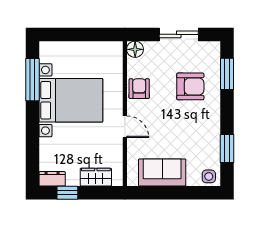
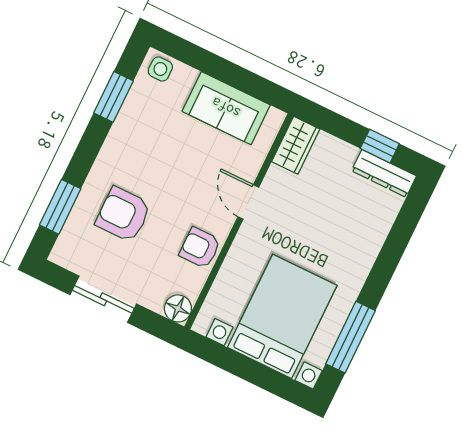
armchair: (139, 89) -> (200, 248), turned 90
bed with nightstands: (71, 100) -> (282, 316), moved, turned 90
wardrobe: (96, 177) -> (296, 145), moved, turned -90
dresser: (52, 179) -> (384, 173), width x1.44

